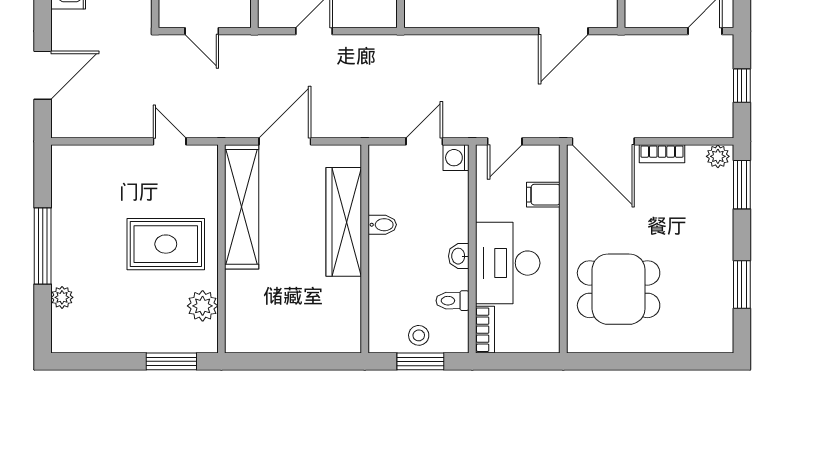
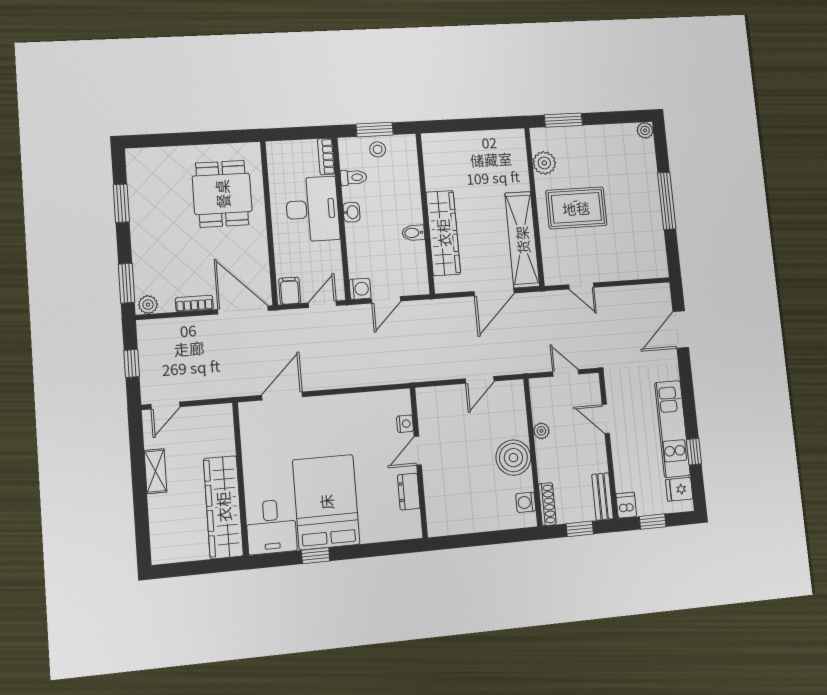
filing cabinet: (543, 195) -> (290, 291), moved, turned -90
dining table: (619, 289) -> (222, 194), turned 90
plant: (62, 297) -> (645, 130), moved

